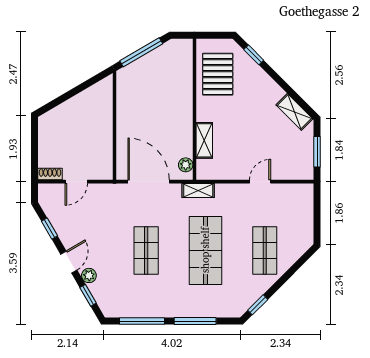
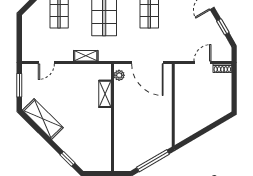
pallet: (218, 74) -> (95, 144), removed
shelving: (294, 112) -> (43, 119), width x1.50, depth x1.33
door: (260, 182) -> (46, 63), moved
shelving: (198, 190) -> (86, 56), moved

